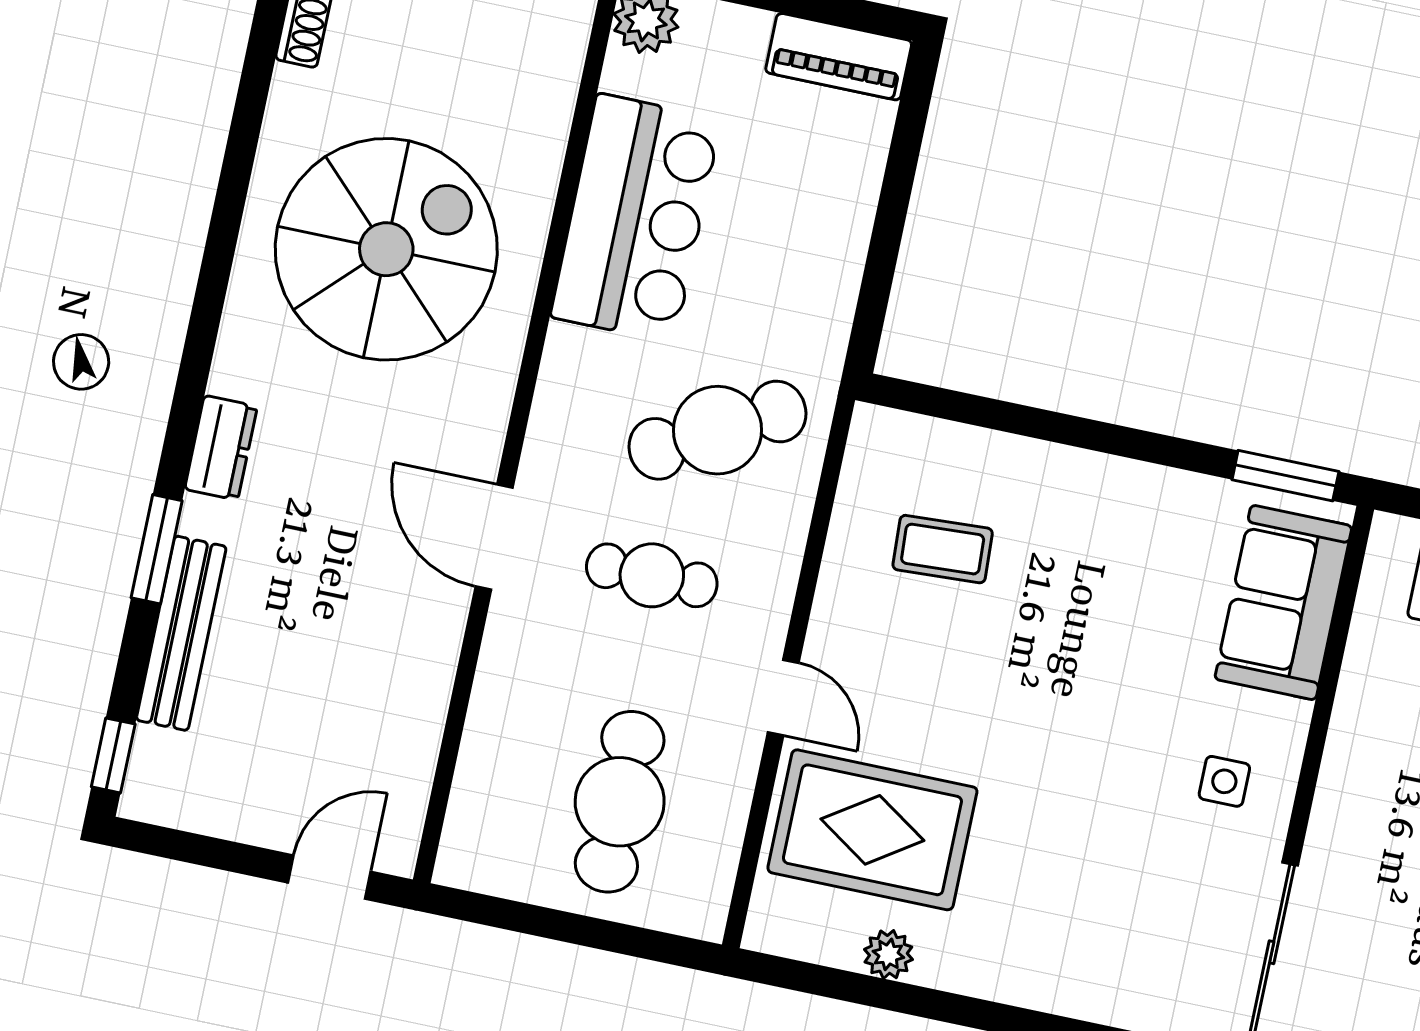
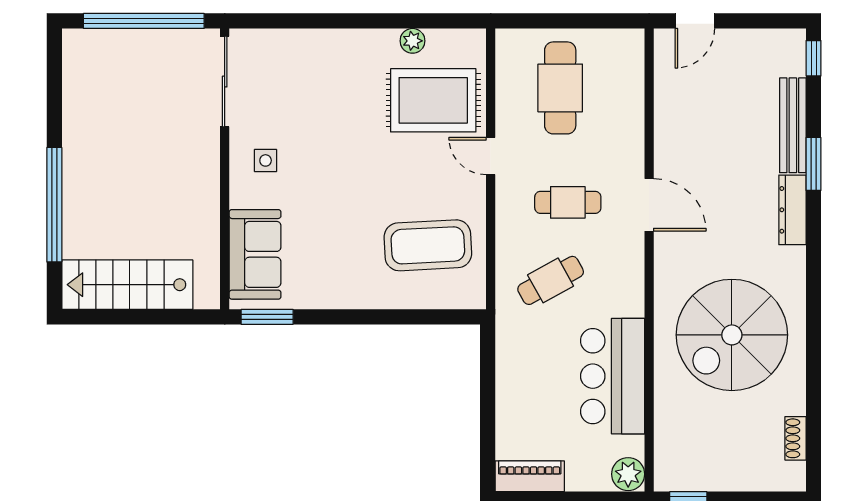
cafe table: (717, 430) -> (551, 280), width x0.73, depth x0.74
dresser: (221, 448) -> (792, 210), width x1.44
coffee table: (943, 549) -> (428, 245), width x1.86, depth x1.72

